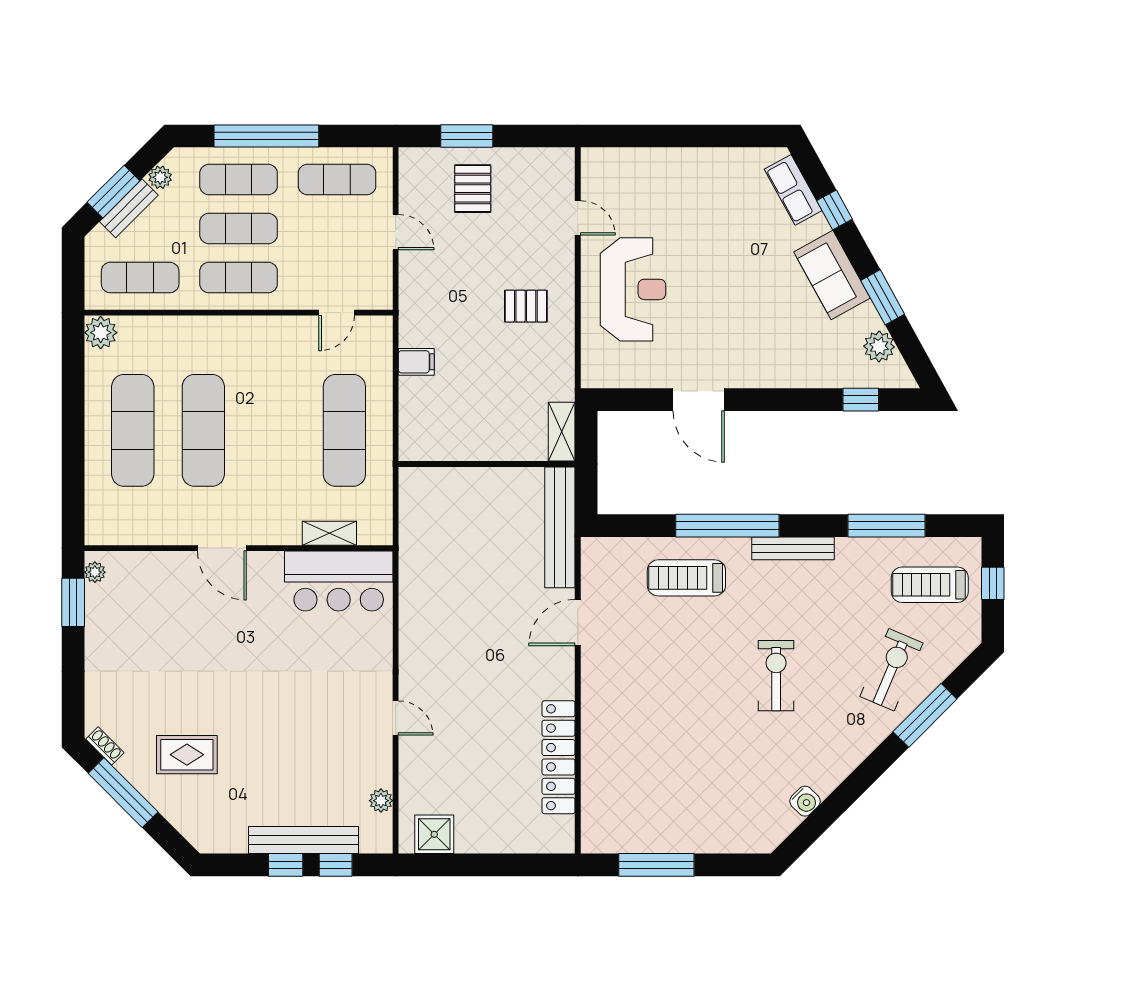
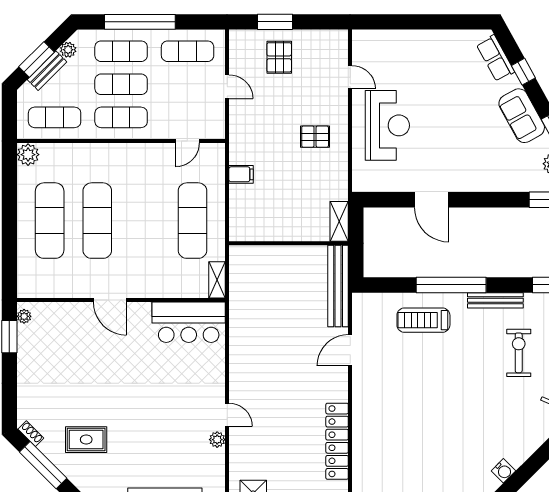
shelving: (329, 533) -> (217, 280), moved, turned 90
exercise bike: (776, 676) -> (519, 353), moved
plant: (381, 801) -> (217, 440), moved

